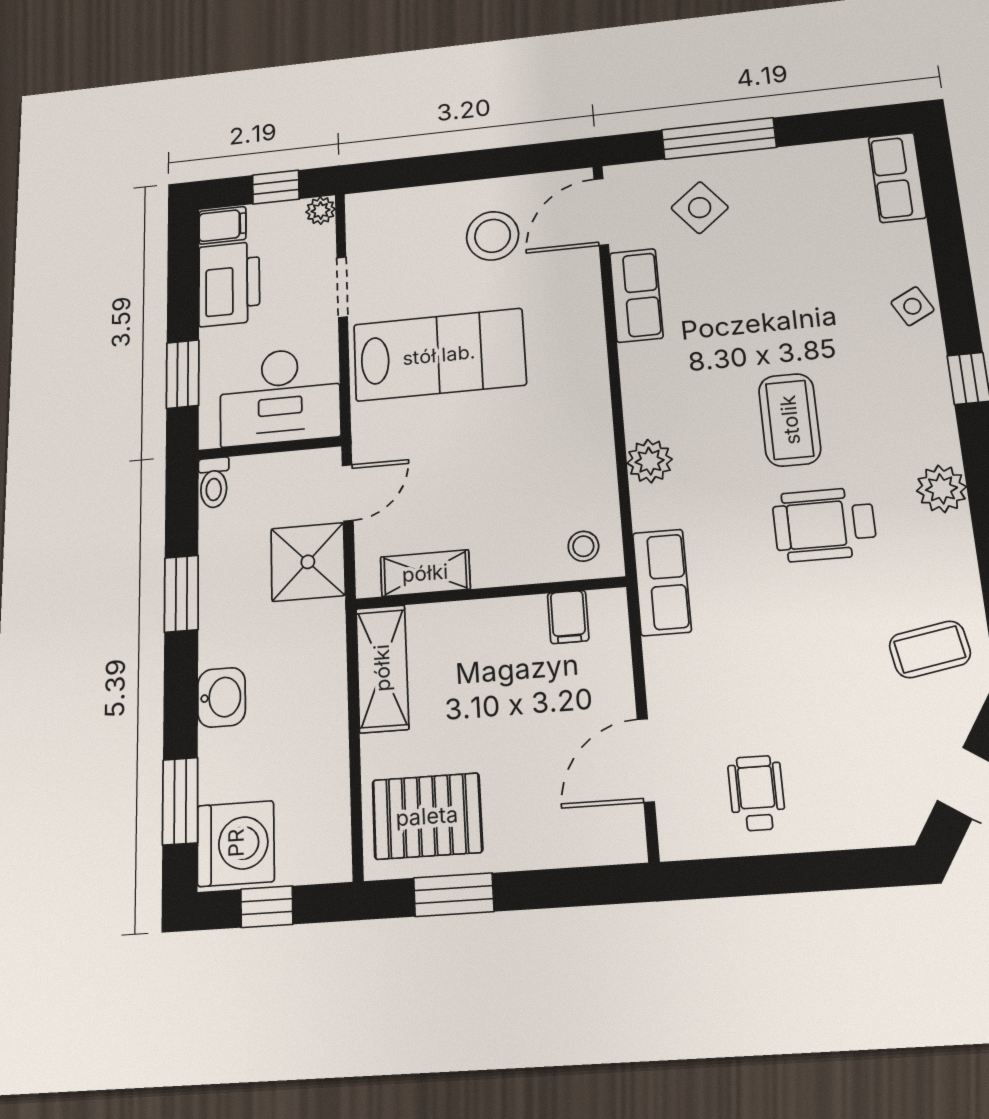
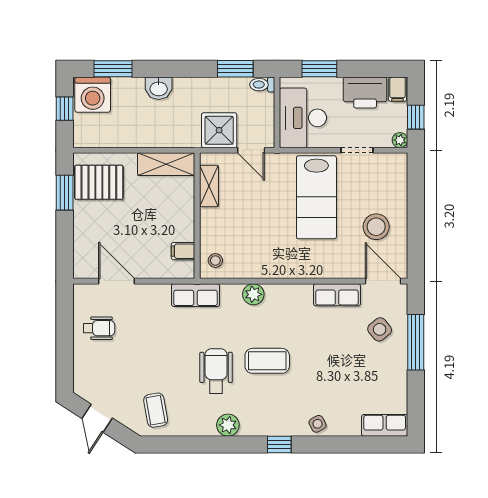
window: (181, 594) -> (235, 69), moved
pallet: (427, 816) -> (99, 182), turned 90

